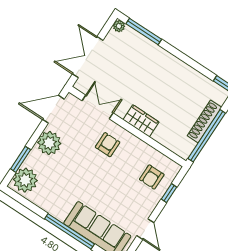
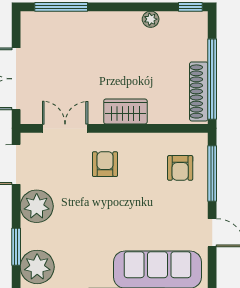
plant: (119, 26) -> (151, 19), moved
shoe rack: (204, 121) -> (199, 91), moved
window: (169, 193) -> (212, 173), width x2.17

